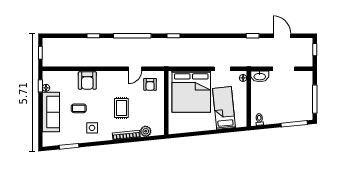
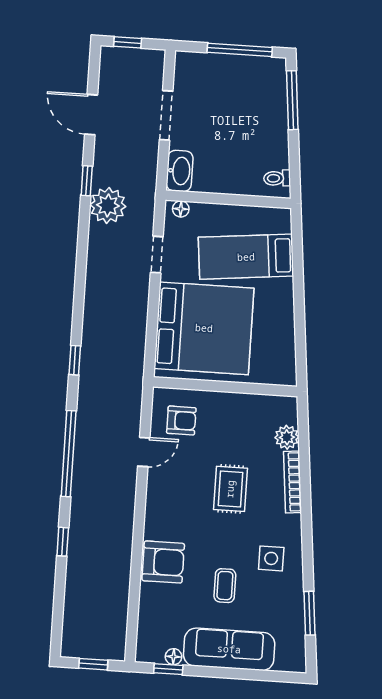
door: (282, 36) -> (91, 115), hinge flipped
plant: (242, 46) -> (108, 205), added
door: (135, 69) -> (144, 452), hinge flipped
rug: (121, 108) -> (230, 489), turned 90

